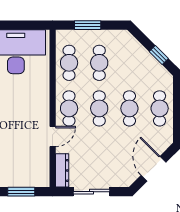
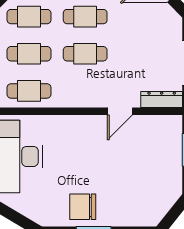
cafe table: (69, 108) -> (29, 17), moved
door: (53, 137) -> (120, 111), swing flipped

